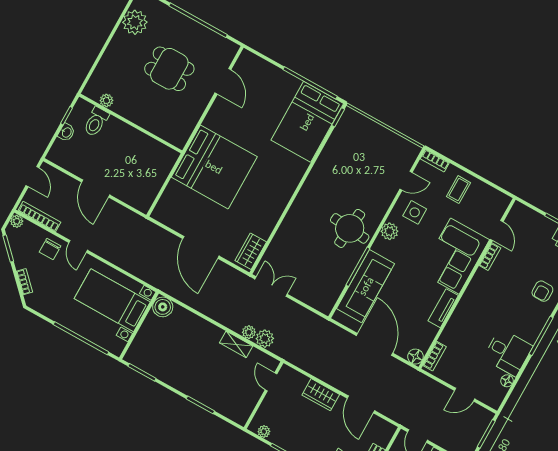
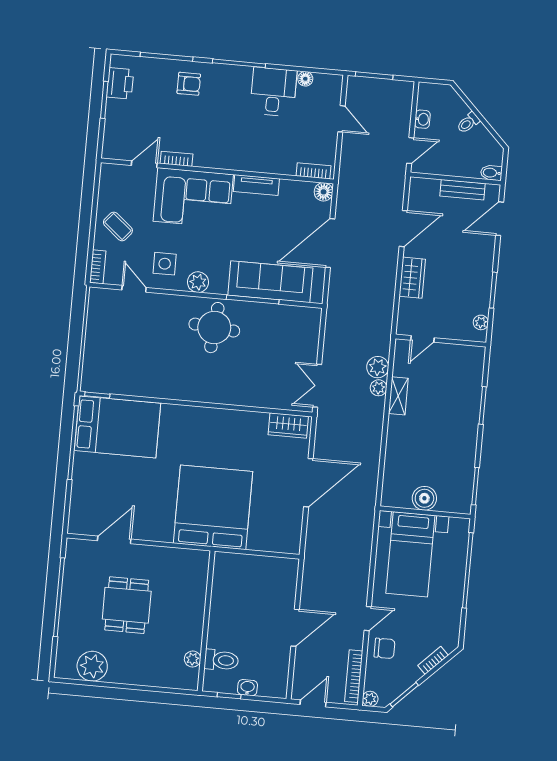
coffee table: (459, 190) -> (118, 226), turned 40
boiler: (163, 307) -> (424, 498), moved

